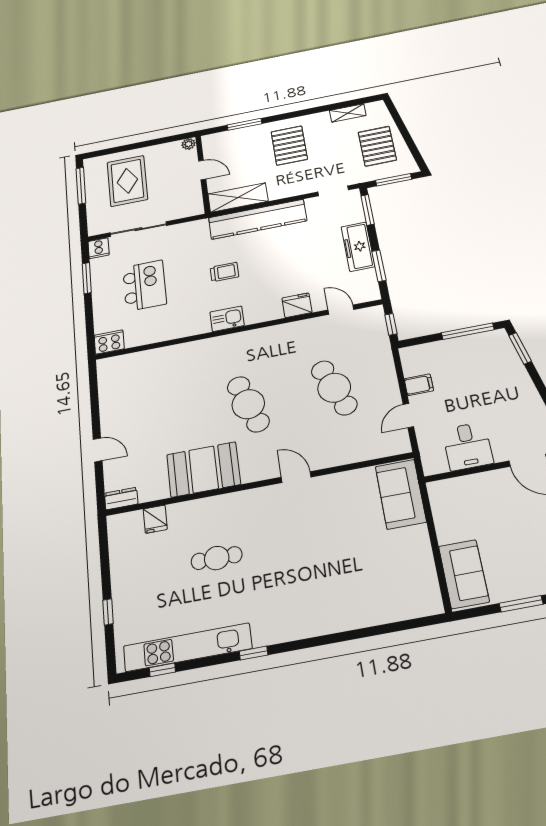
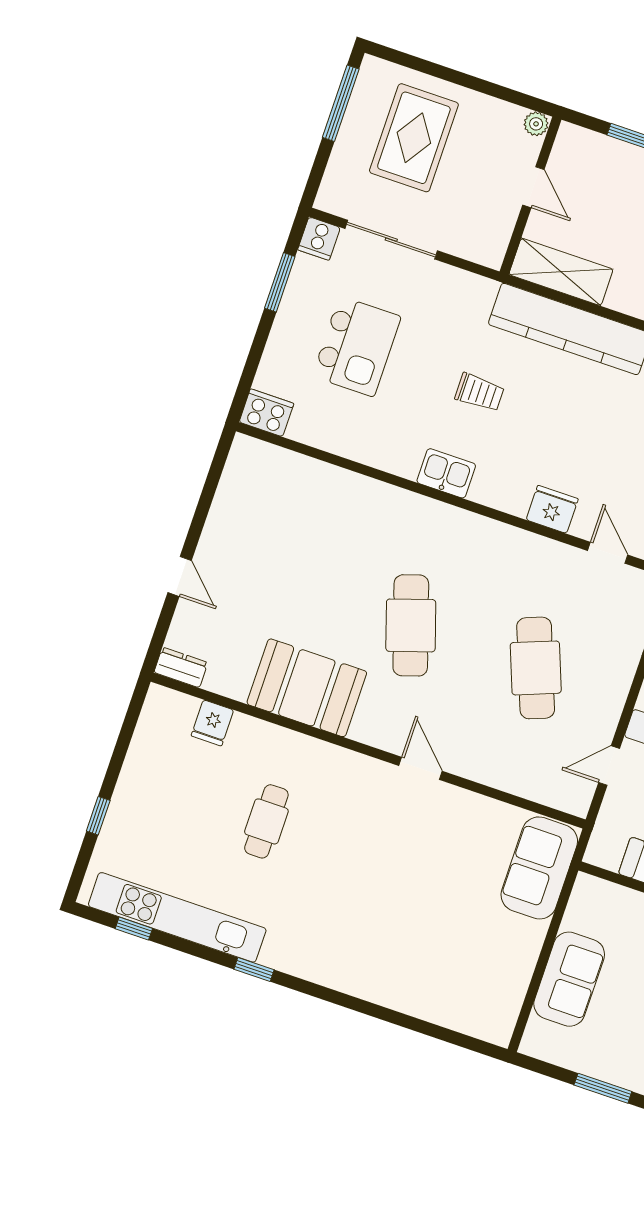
cafe table: (217, 558) -> (266, 821), turned 90
sofa: (464, 574) -> (569, 979), moved

